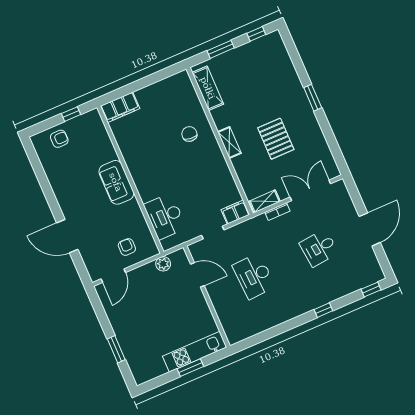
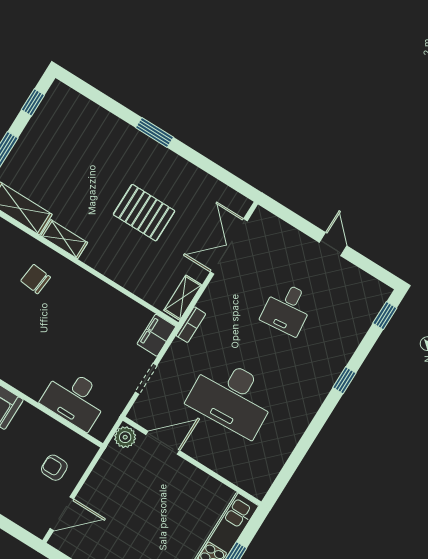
shelving: (229, 143) -> (64, 239), moved
bookcase: (277, 212) -> (191, 325), moved
door: (370, 229) -> (333, 244), width x0.53
plant: (163, 264) -> (125, 437), moved
door: (113, 276) -> (62, 514), hinge flipped
desk: (254, 276) -> (232, 397), width x1.36, depth x1.30

